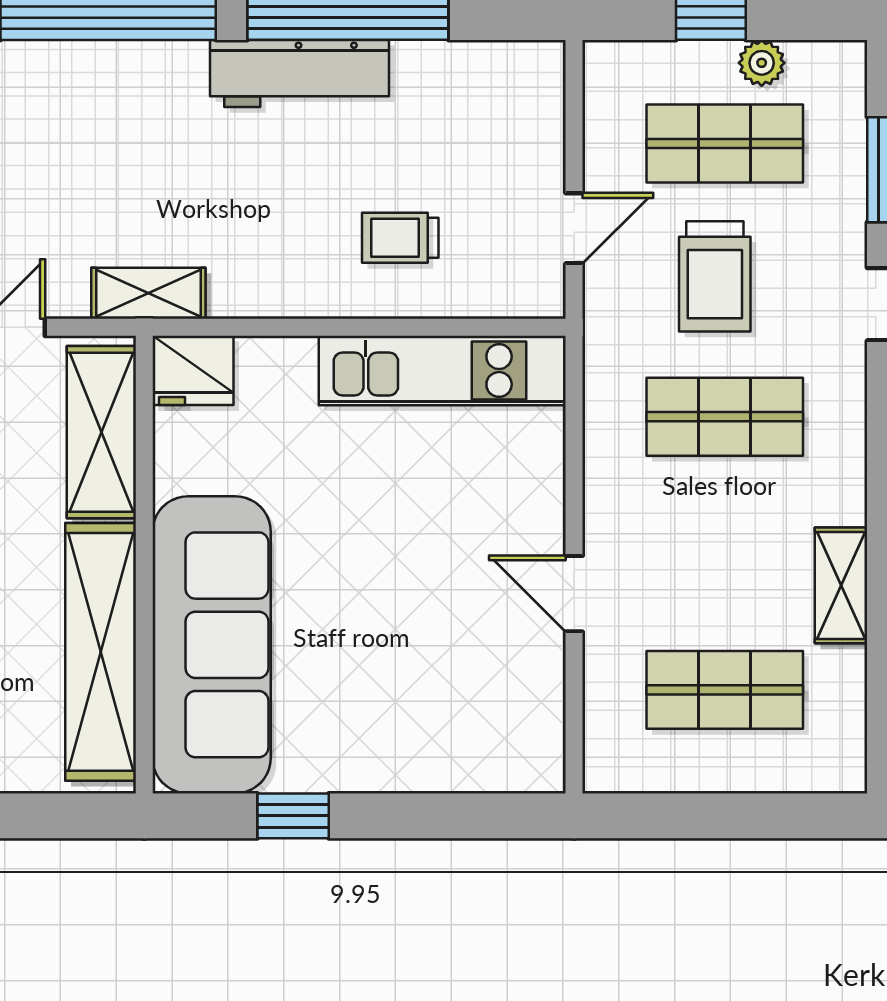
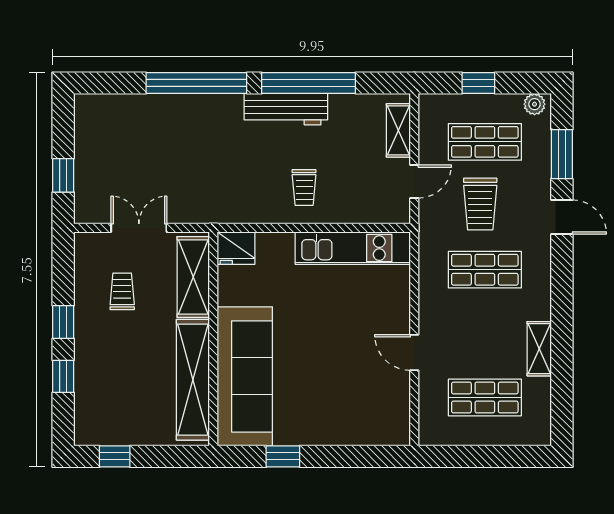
plant: (762, 63) -> (535, 104), moved
trolley: (400, 238) -> (304, 188), moved, turned -90
shelving: (148, 293) -> (398, 130), moved, turned 90

